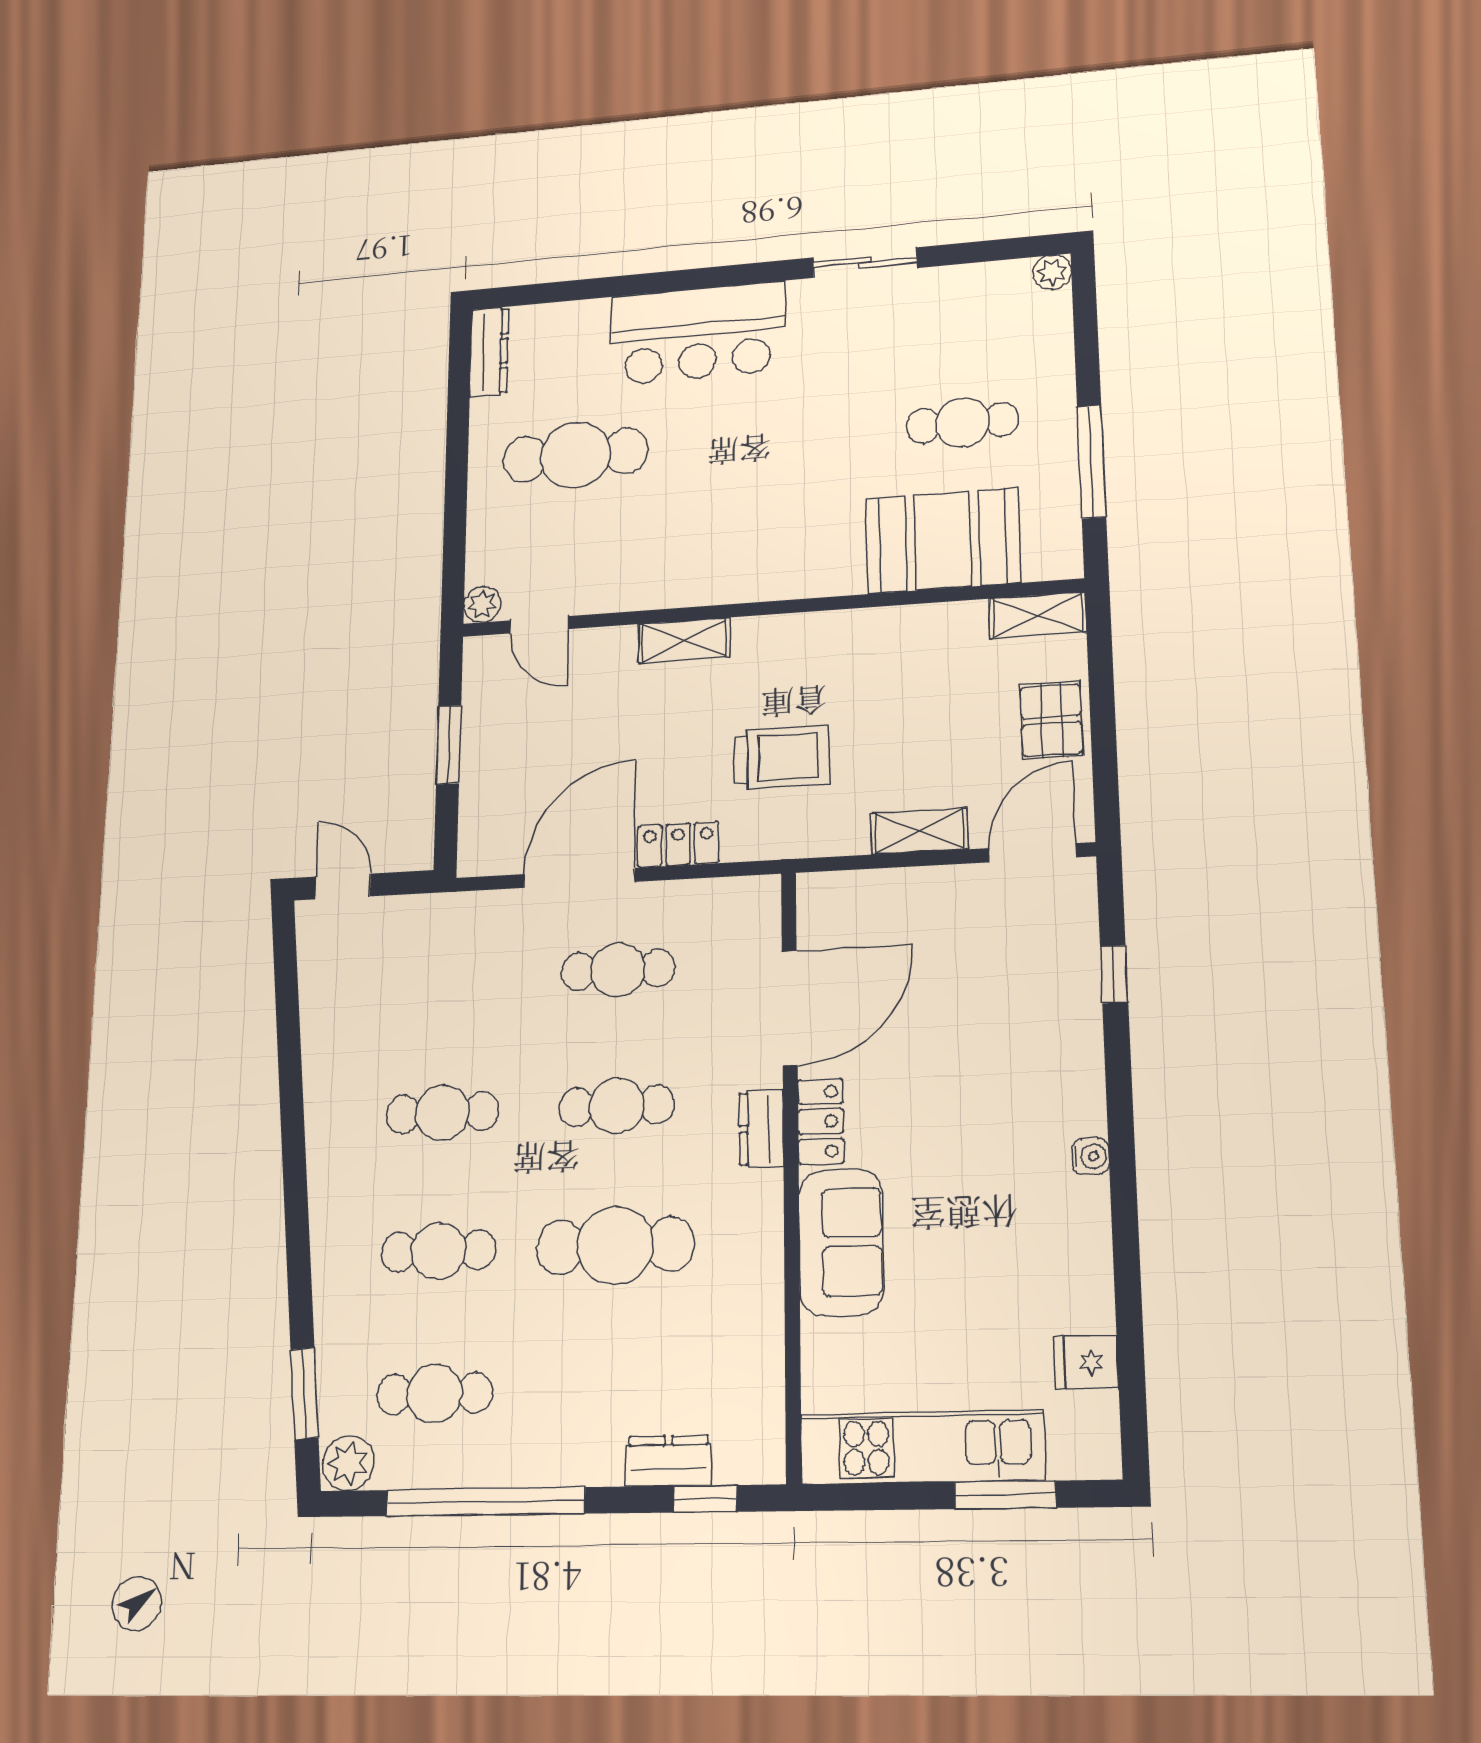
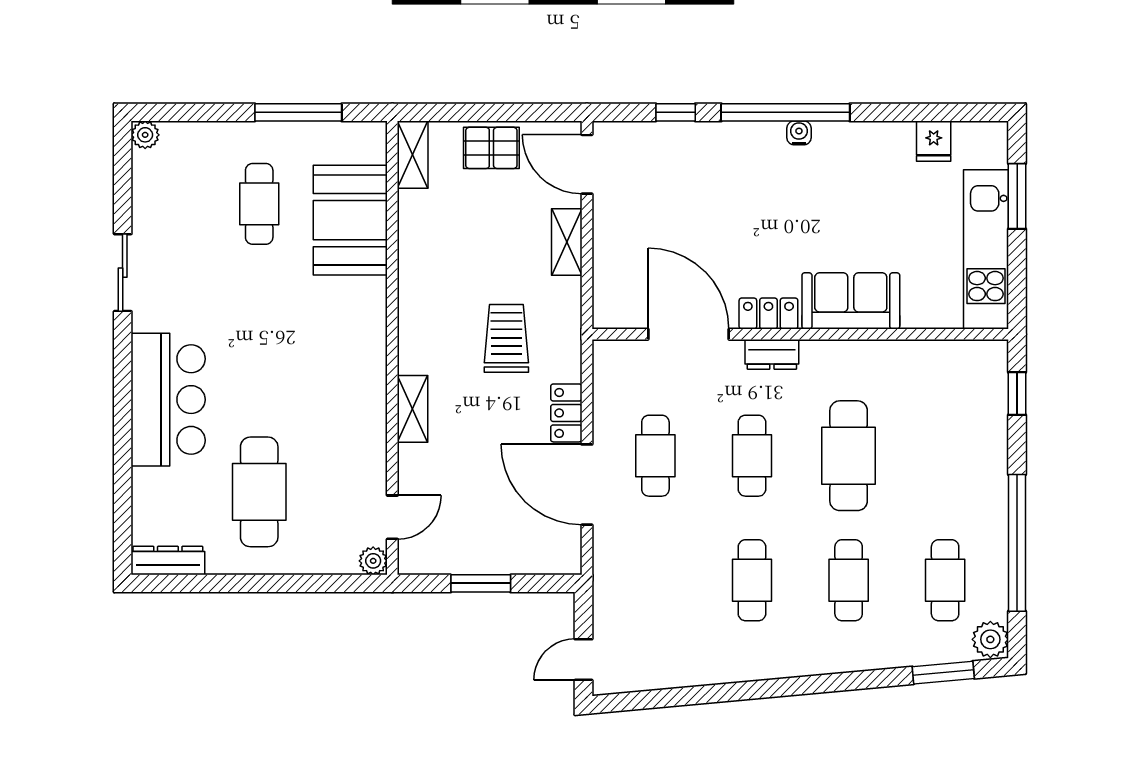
window: (1121, 1135) -> (785, 112), added
dresser: (669, 1461) -> (992, 418), removed

